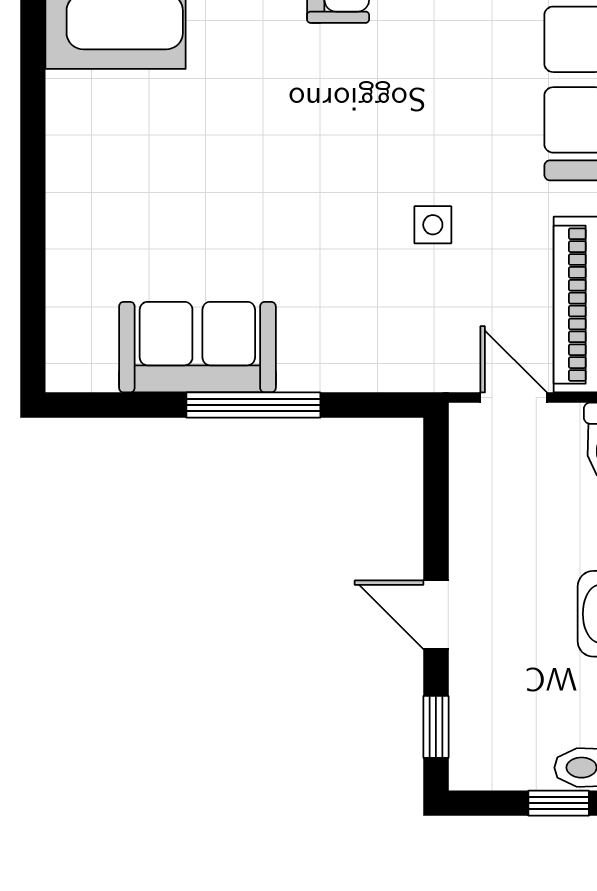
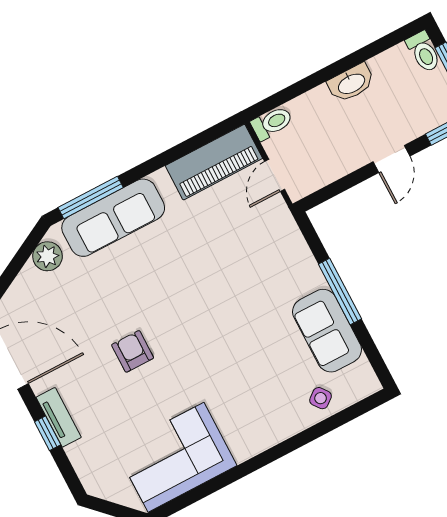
side table: (433, 225) -> (321, 398), moved, turned -38

